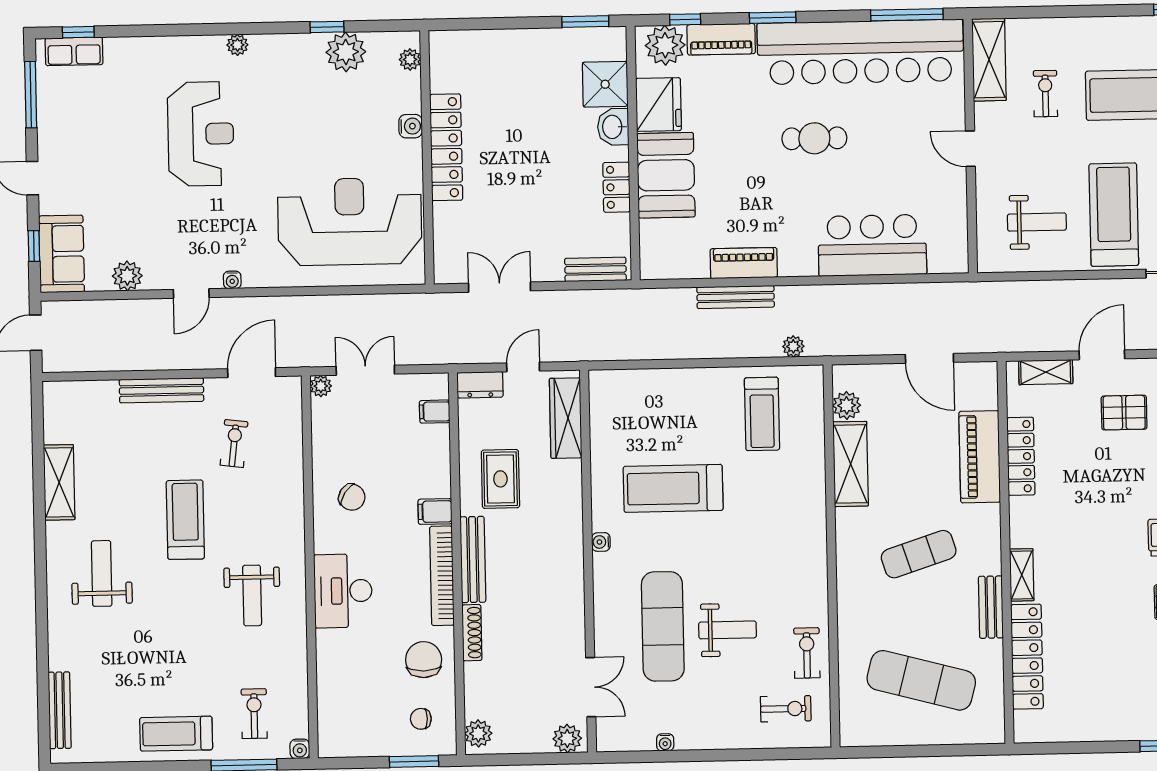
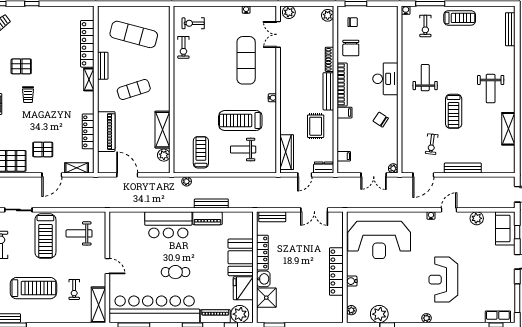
locker: (616, 187) -> (262, 253), width x1.53
bar counter: (872, 245) -> (168, 225), moved
treadmill: (673, 488) -> (240, 121), turned 180
weight bench: (728, 630) -> (243, 150), moved

